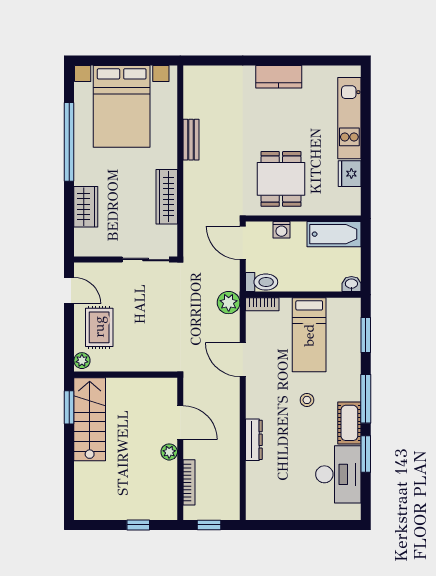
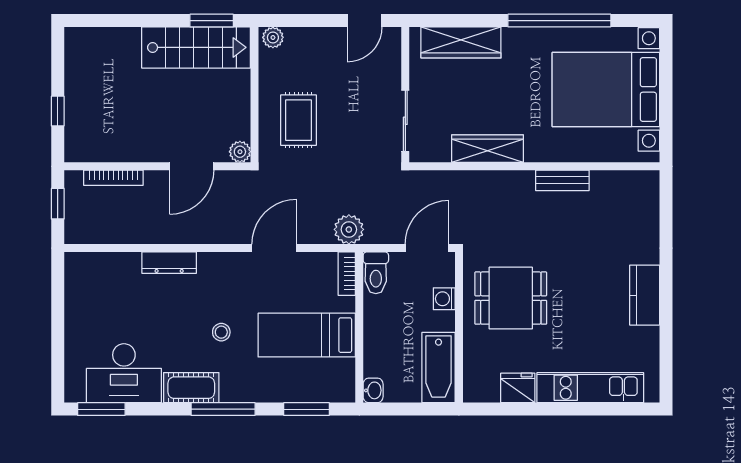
wardrobe: (86, 207) -> (461, 42), width x1.50
rug: (99, 327) -> (299, 120), moved, turned 90
plant: (169, 452) -> (240, 152), moved
window: (366, 454) -> (101, 409), moved

